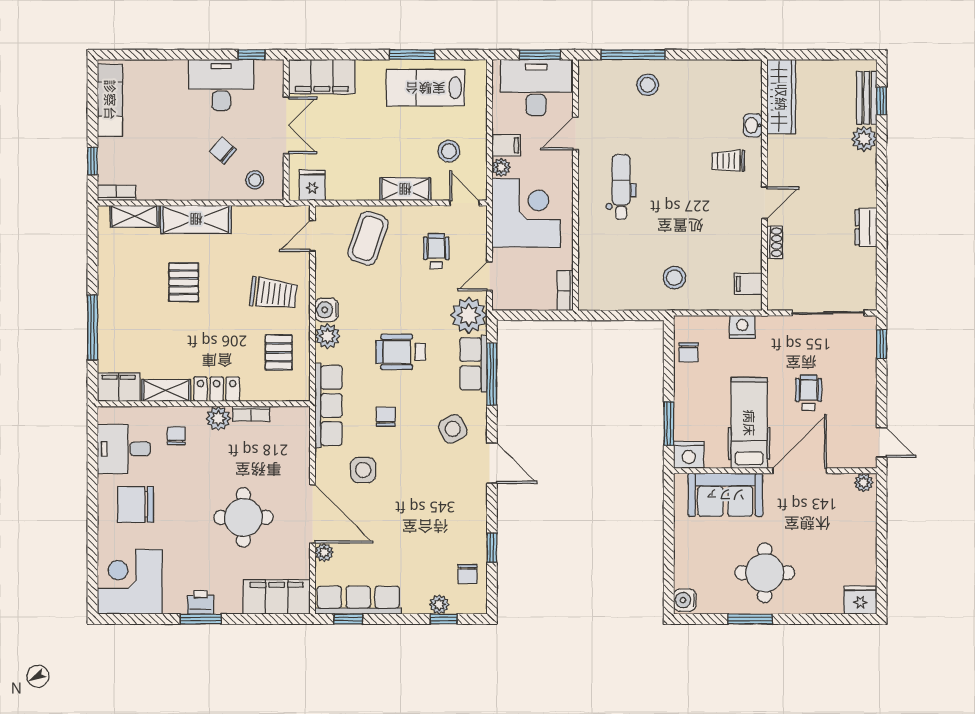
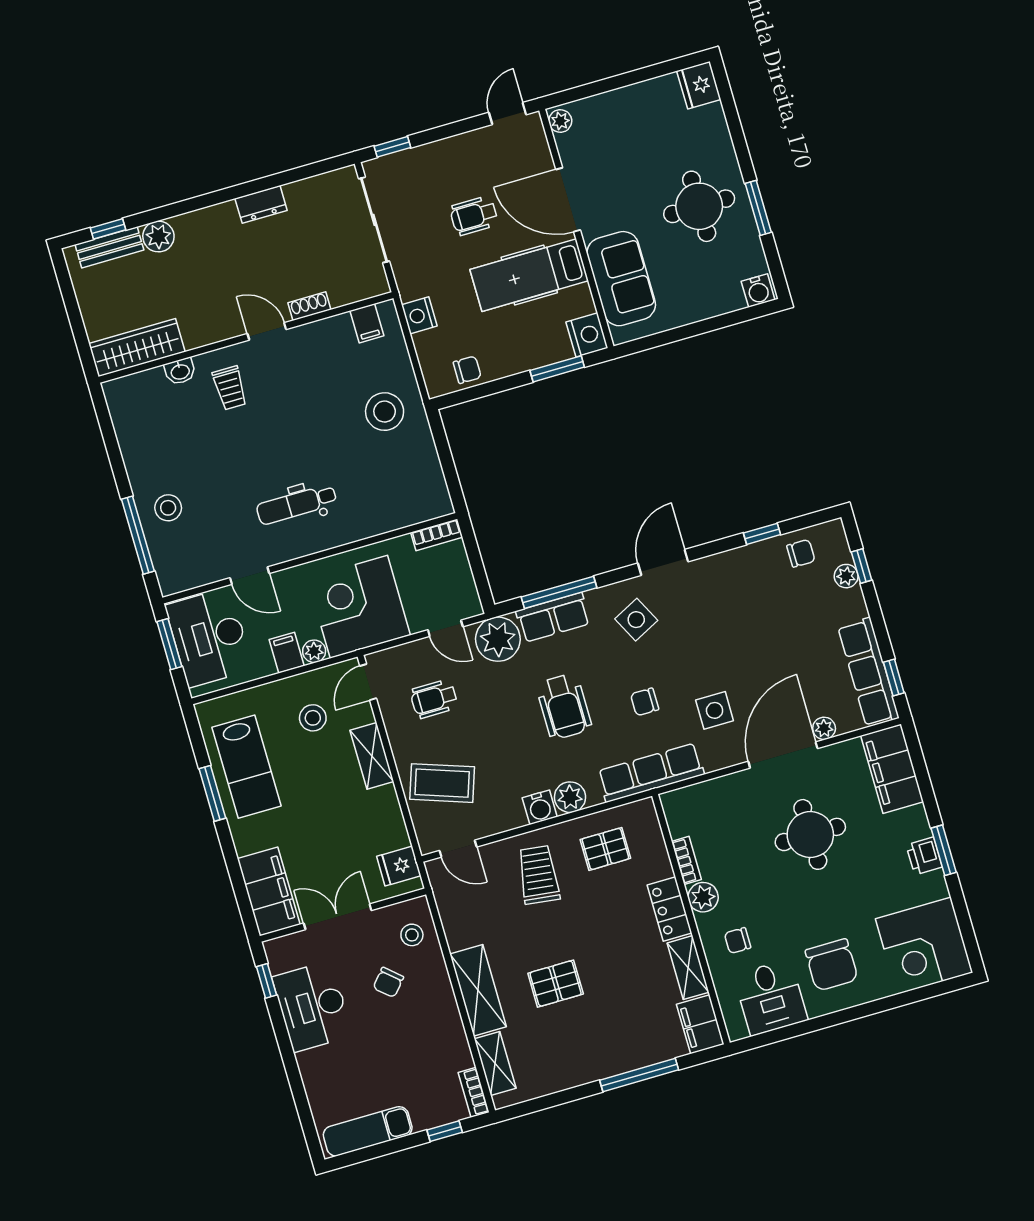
stool: (674, 278) -> (385, 412), width x1.38, depth x1.38

